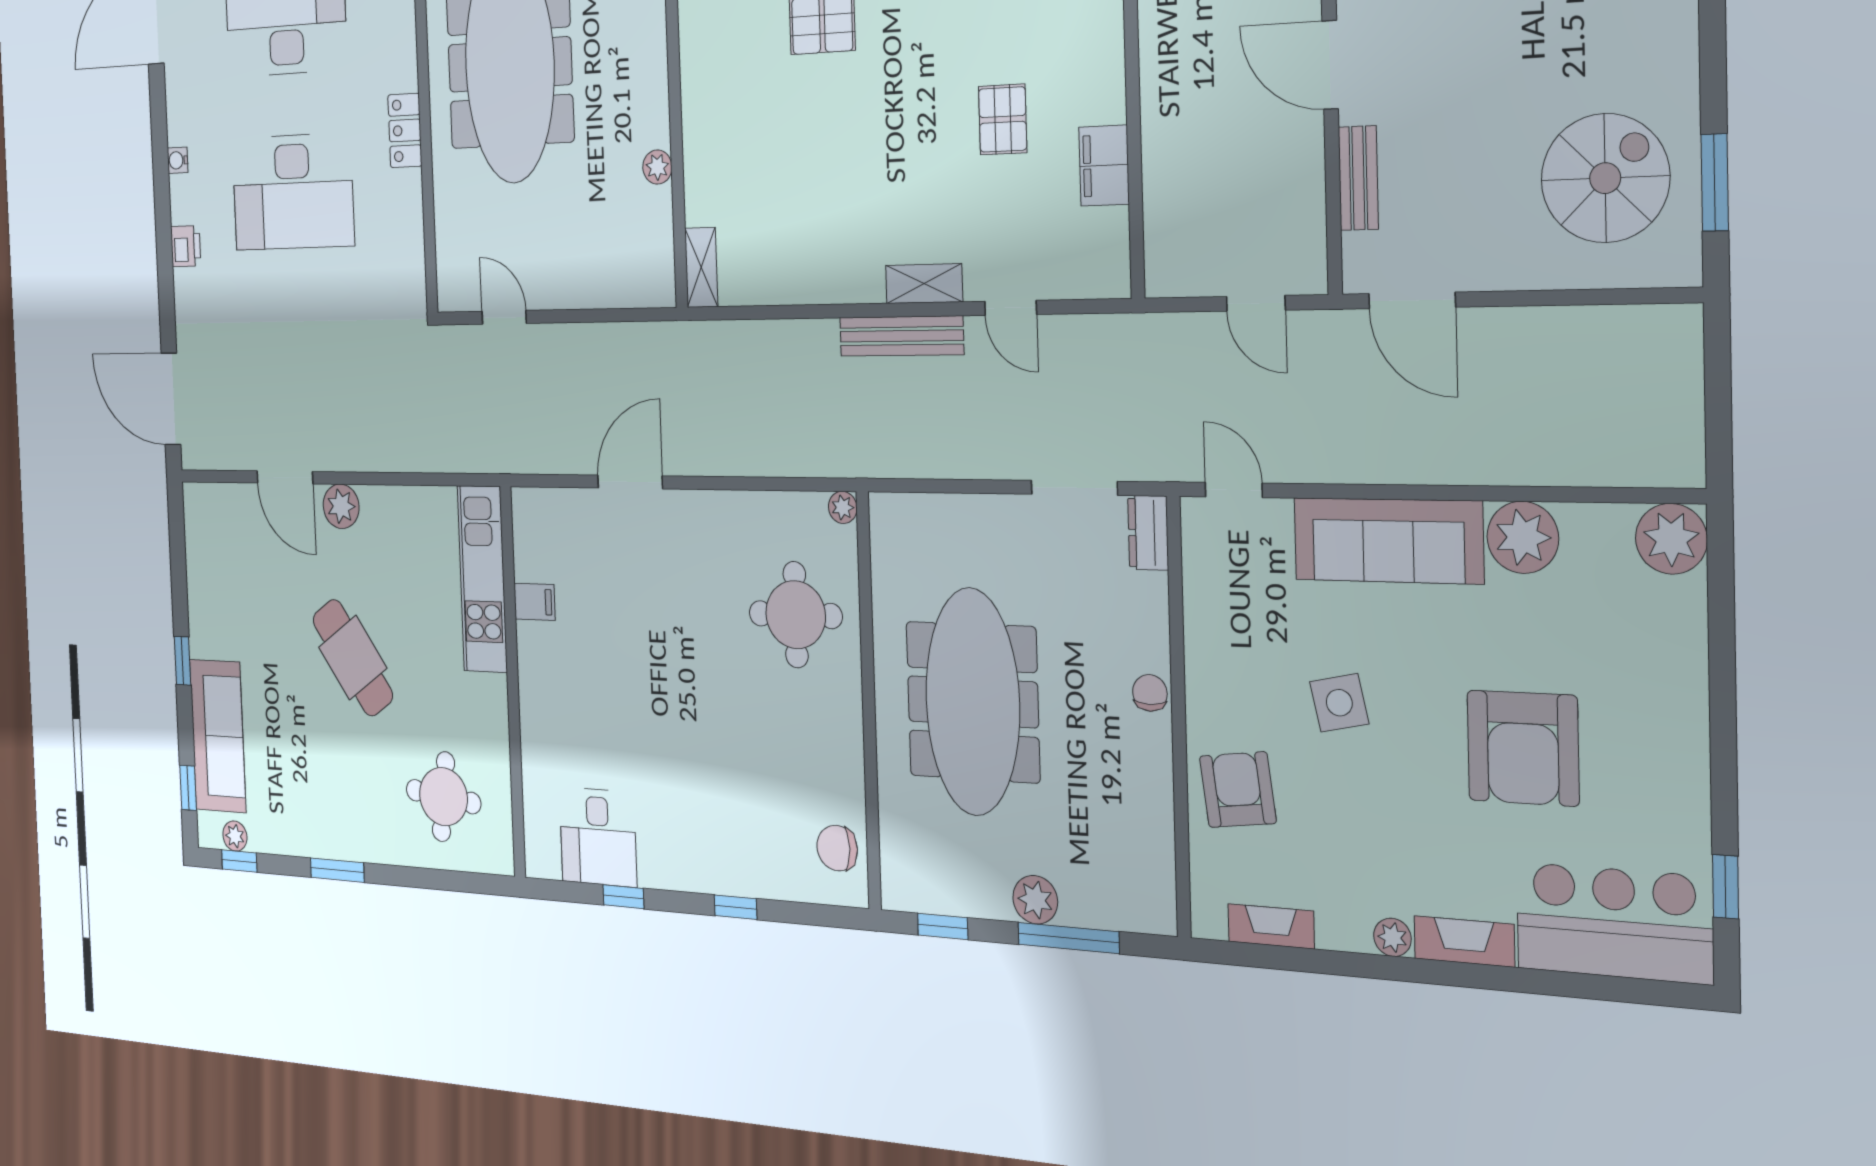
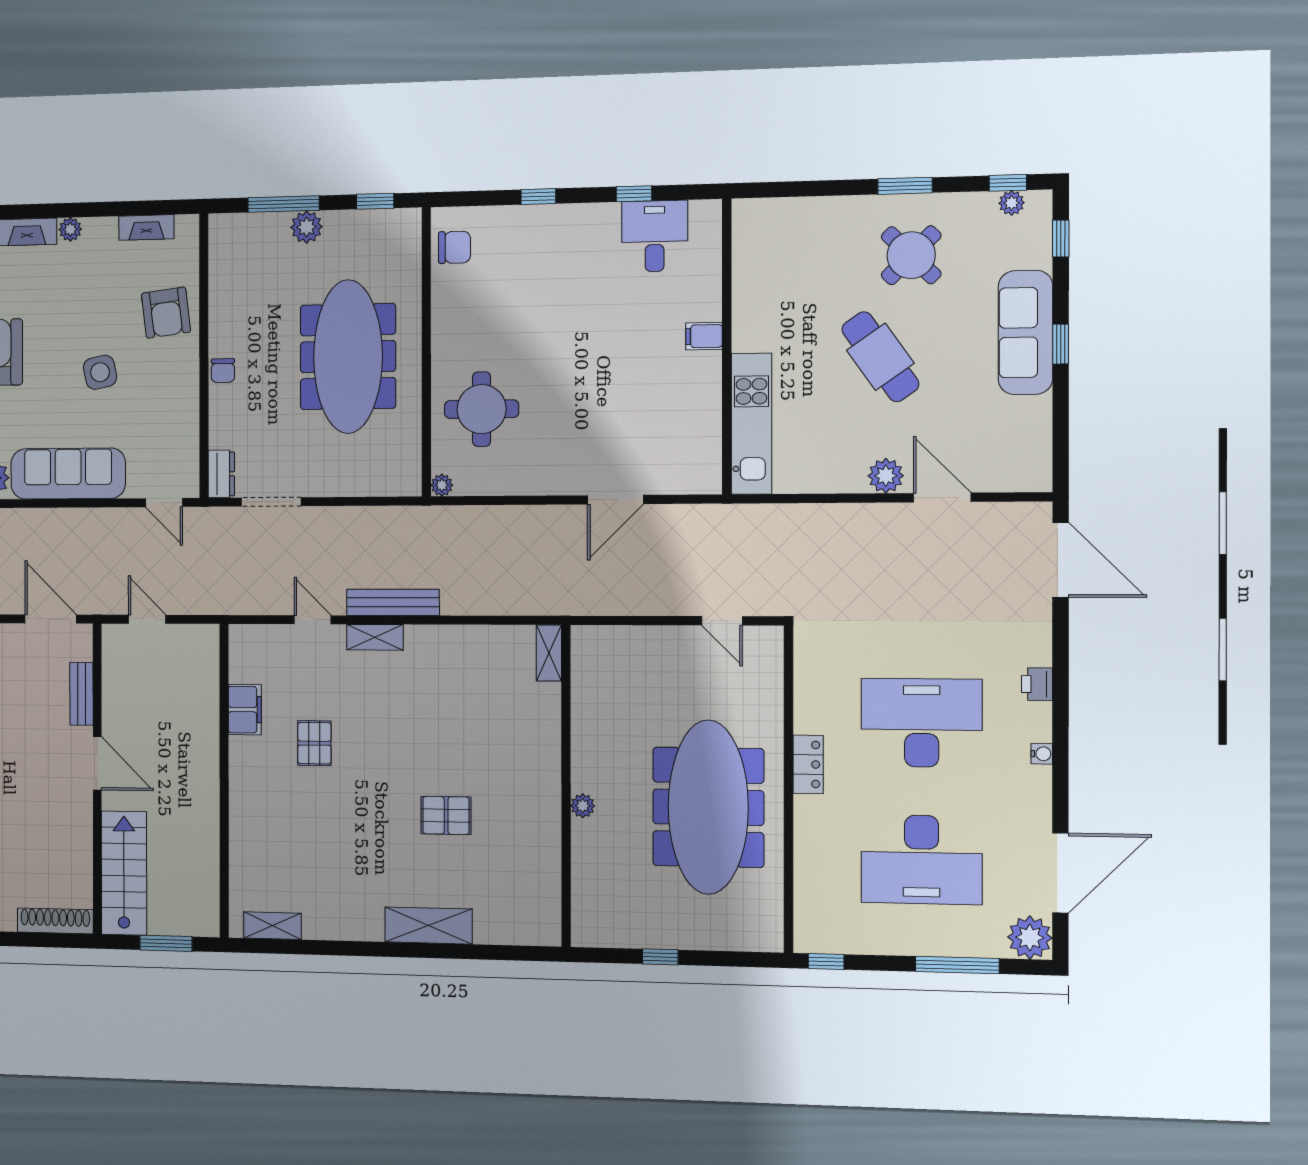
plant: (657, 167) -> (583, 806), moved
filing cabinet: (534, 602) -> (704, 336), moved
sofa: (218, 736) -> (1025, 332), moved
round table: (443, 797) -> (911, 255), moved, turned 38

